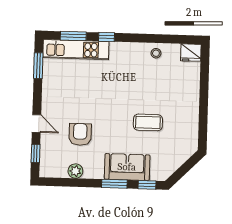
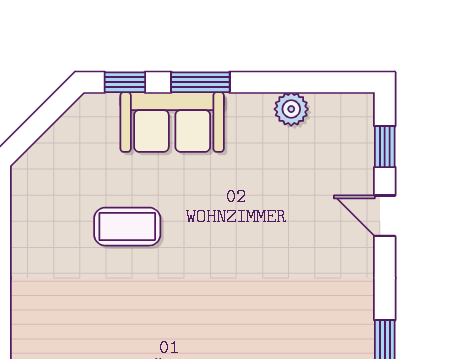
armchair: (80, 134) -> (283, 194), removed

